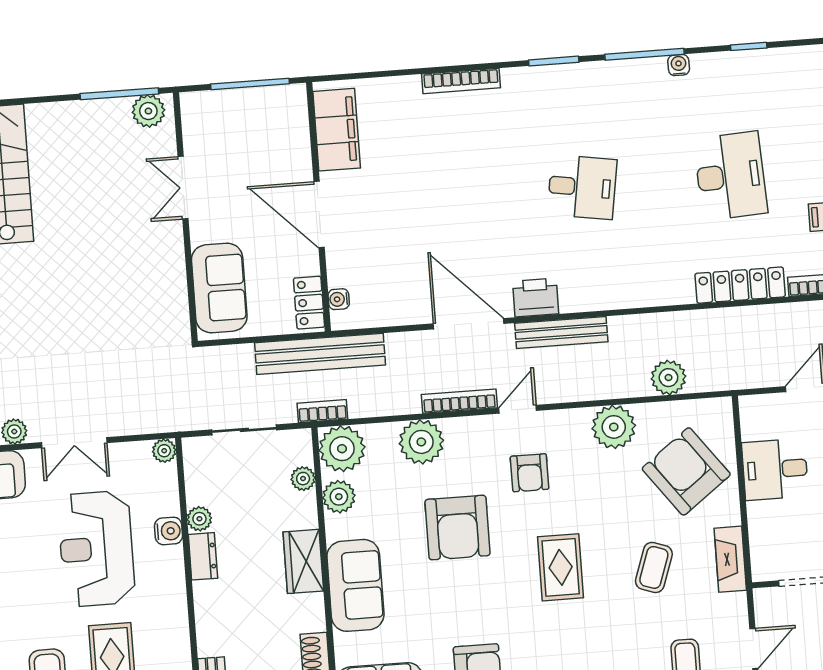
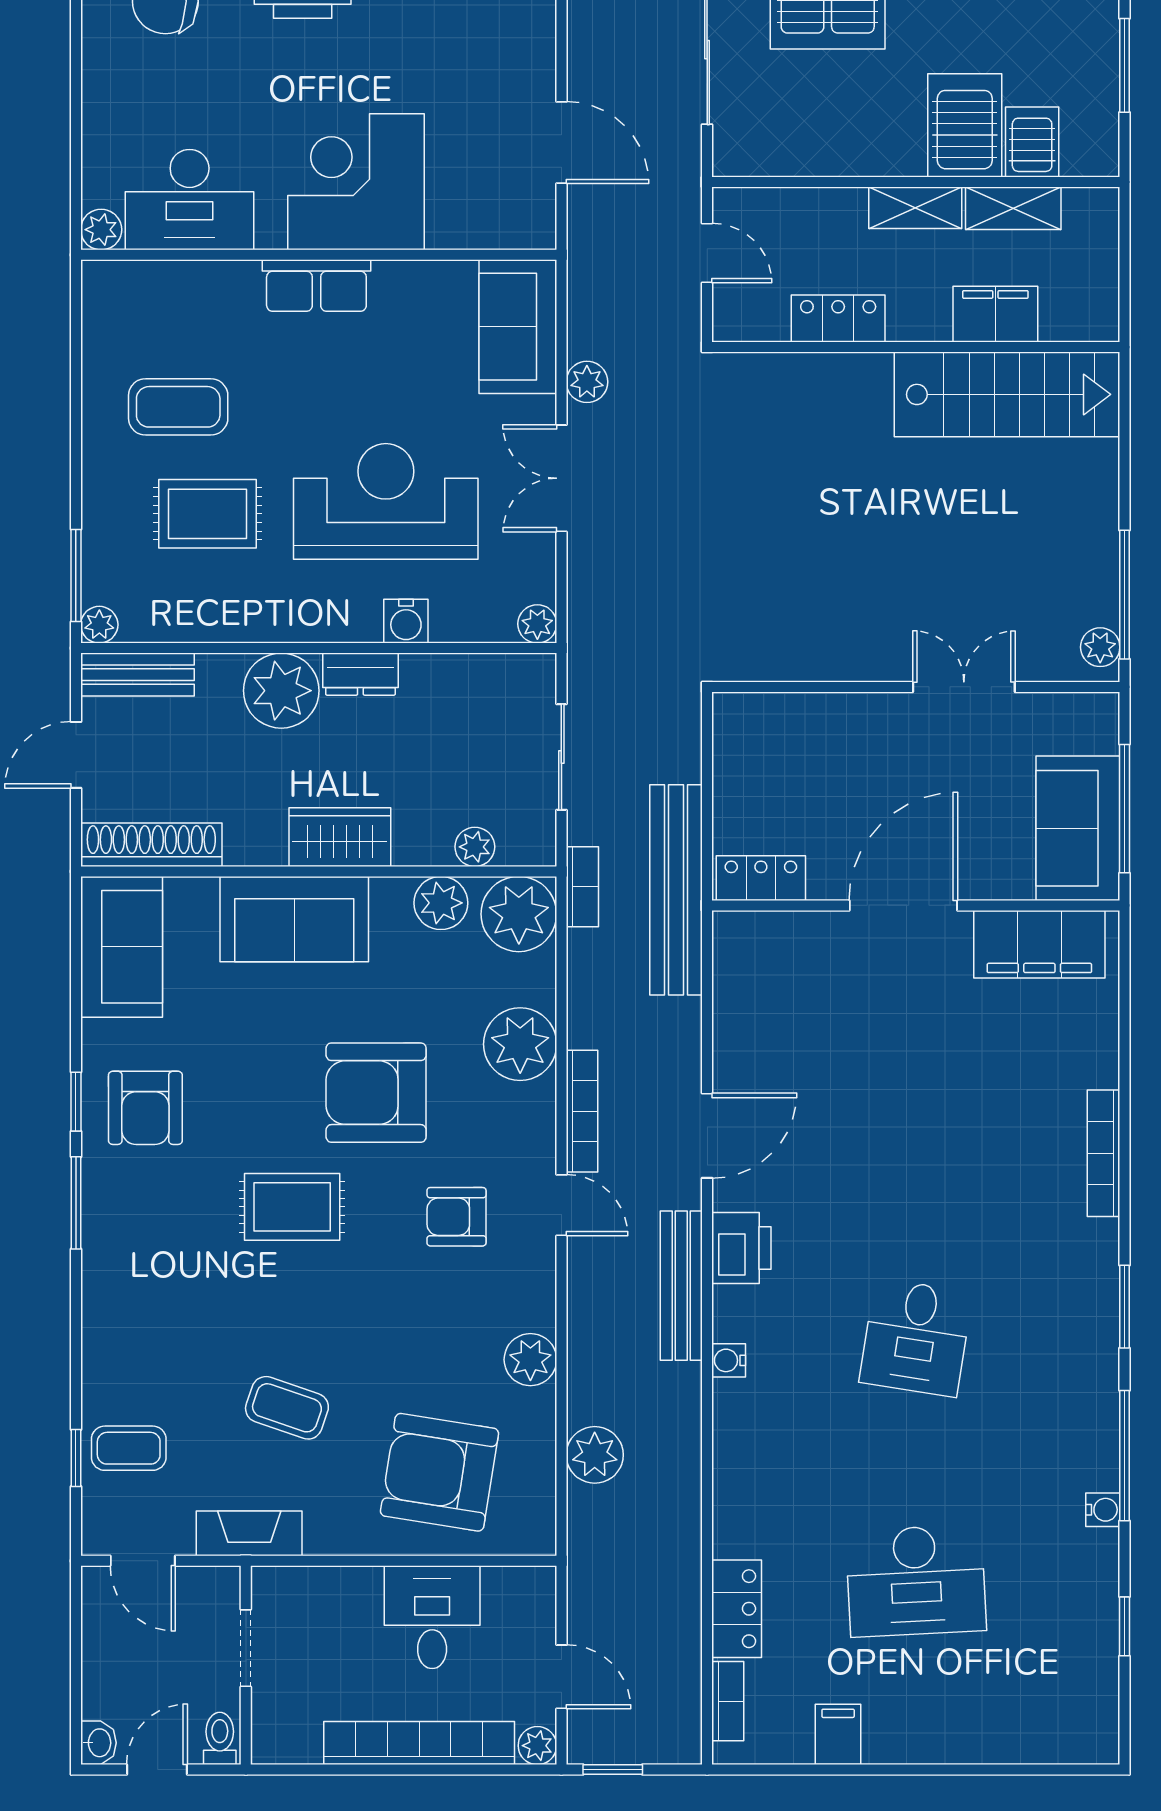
plant: (148, 111) -> (1100, 647), width x0.73, depth x0.73
locker: (740, 285) -> (737, 1609), width x0.66
sofa: (219, 288) -> (1078, 828), moved, turned 90
water cooler: (339, 299) -> (729, 1360), moved, turned -90
door: (469, 324) -> (707, 1136), width x0.73
plant: (614, 427) -> (530, 1360), width x0.73, depth x0.73
armchair: (686, 471) -> (439, 1472), turned -134
plant: (199, 519) -> (281, 691), moved, width x1.87, depth x1.87
fireplace: (730, 559) -> (249, 1533), moved
rug: (561, 567) -> (292, 1207), moved

